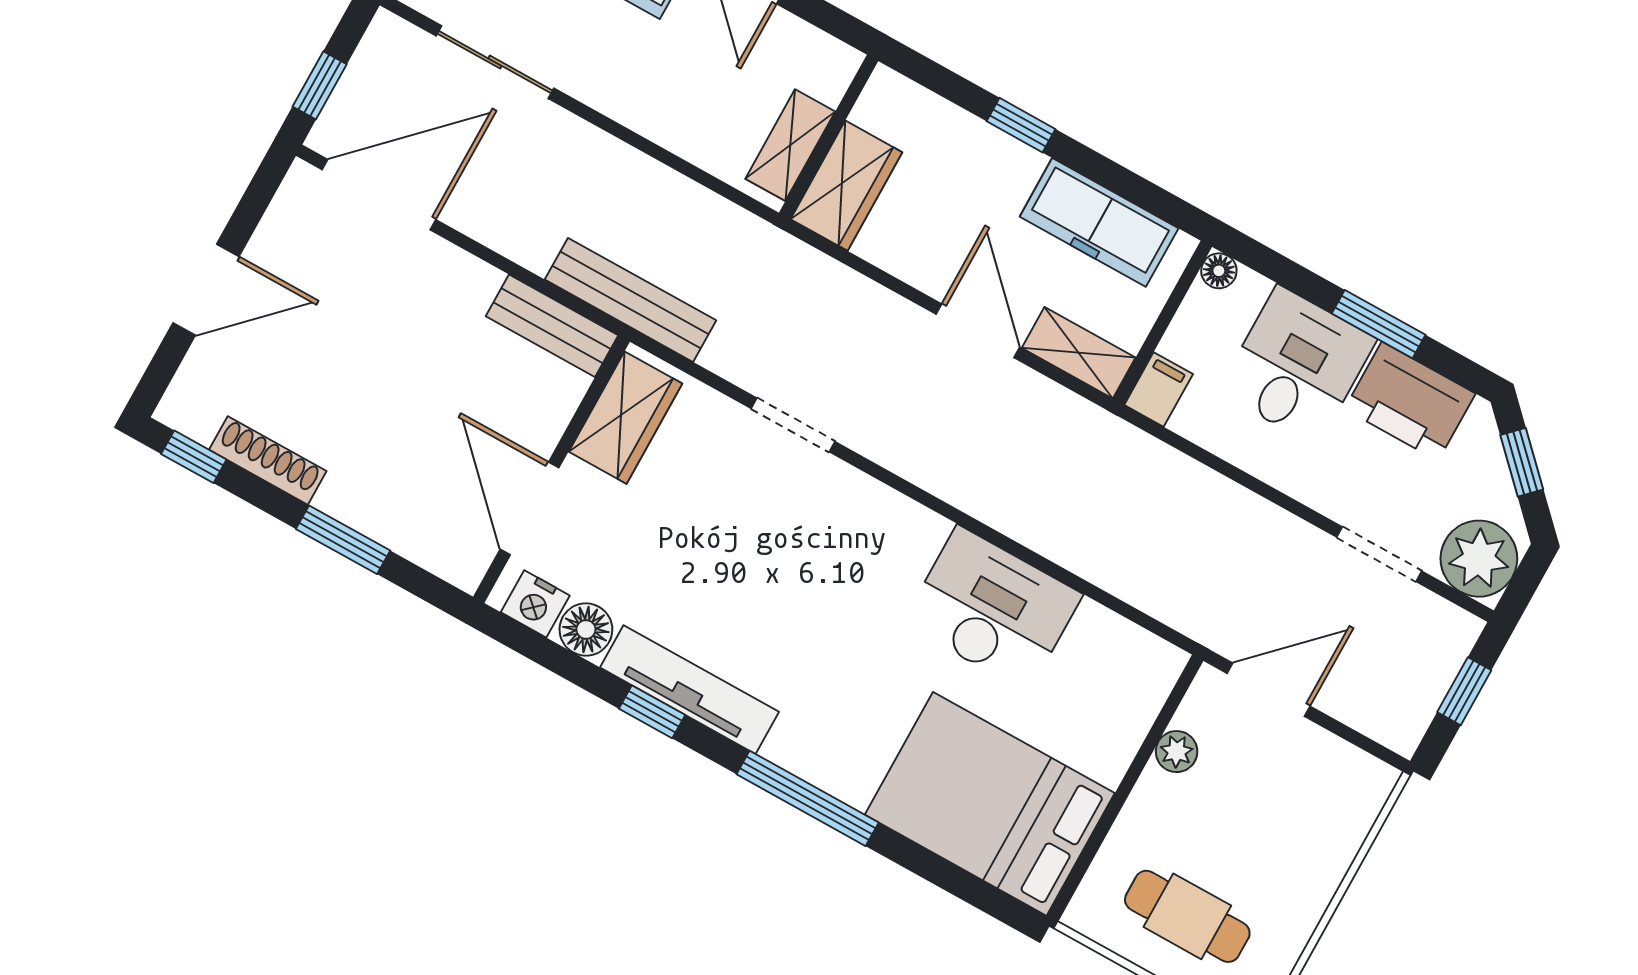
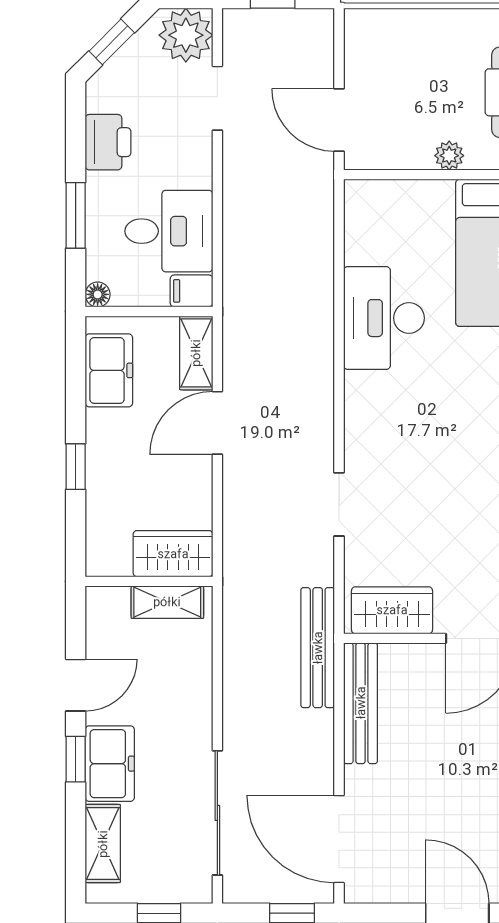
sliding door: (495, 62) -> (217, 813), width x1.37
freezer: (1099, 222) -> (109, 370), width x0.71
window: (1379, 324) -> (76, 215), moved
bench: (552, 326) -> (361, 703), width x1.36
desk: (1297, 366) -> (169, 231), moved, turned 180
printer: (1410, 401) -> (108, 142), width x0.73, depth x0.84
plant: (1177, 752) -> (449, 156), moved

